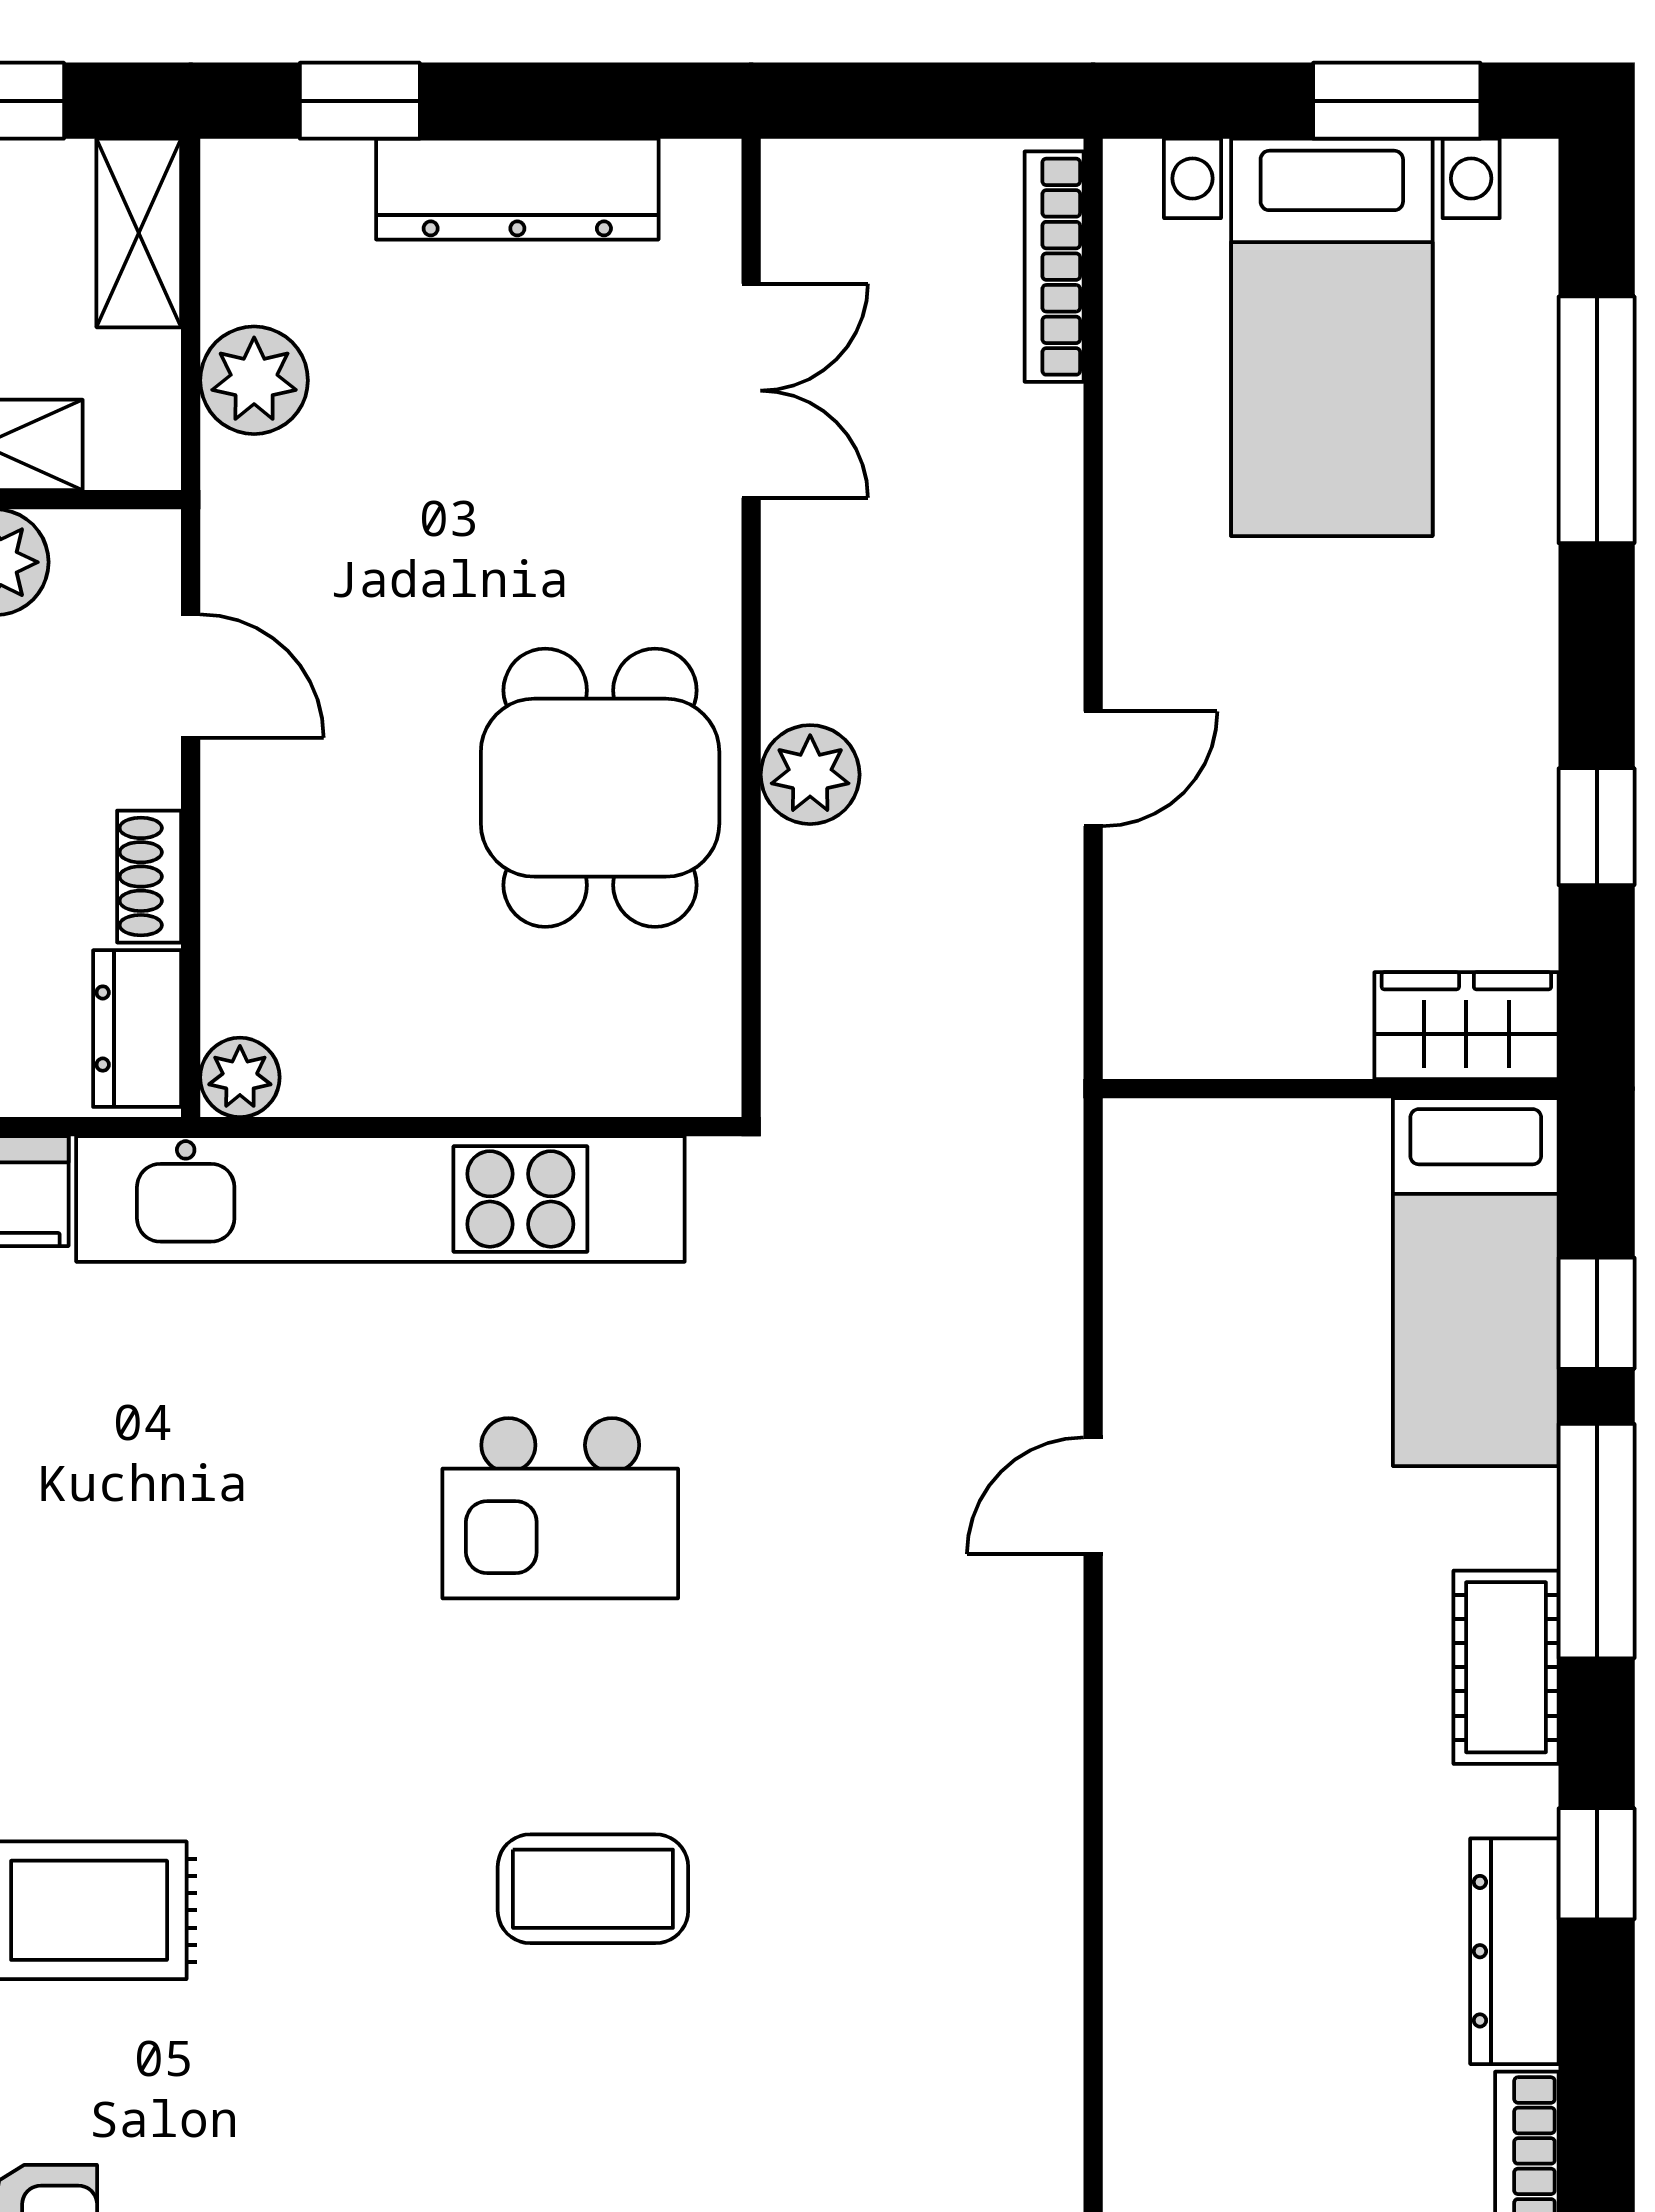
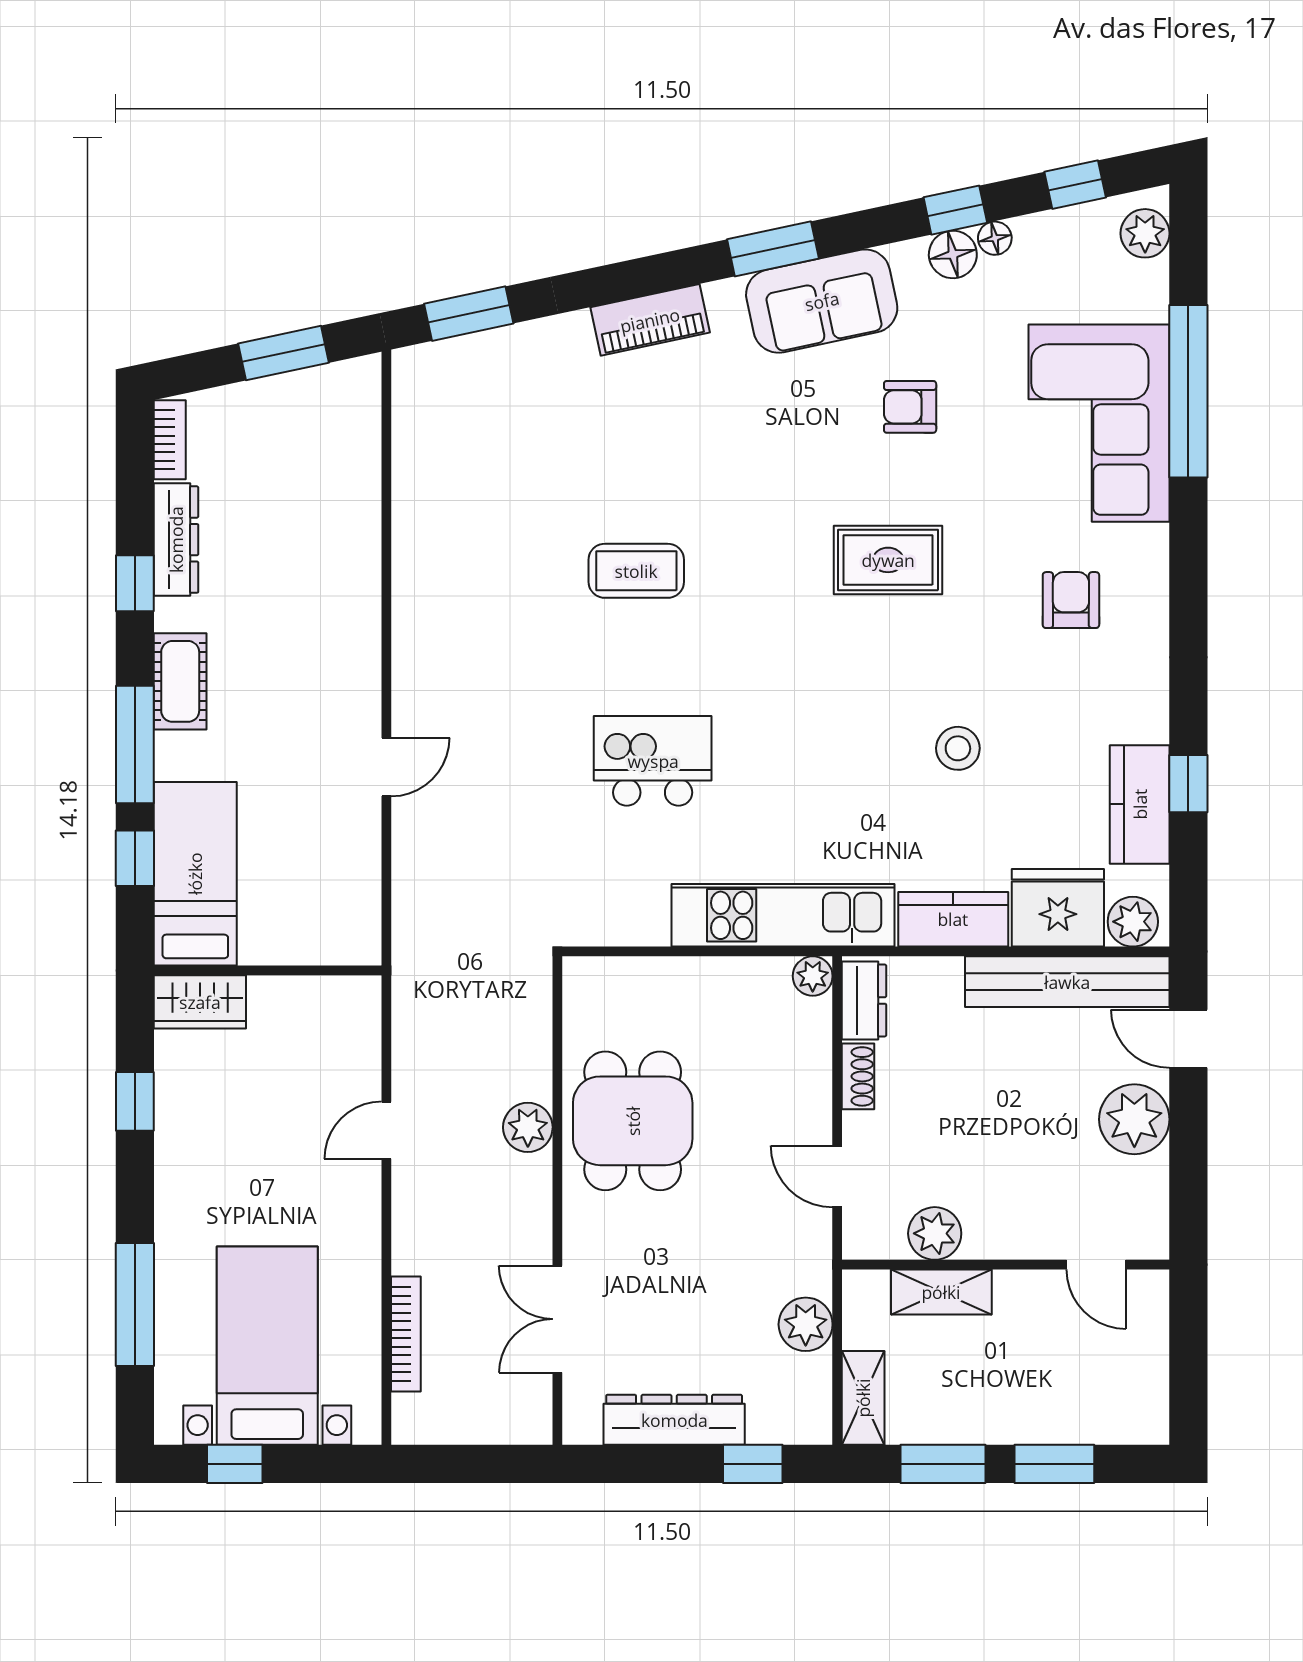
window: (1397, 101) -> (235, 1464), width x0.67
bookcase: (1054, 267) -> (406, 1334), moved
kitchen unit: (380, 1199) -> (783, 915), width x0.73

